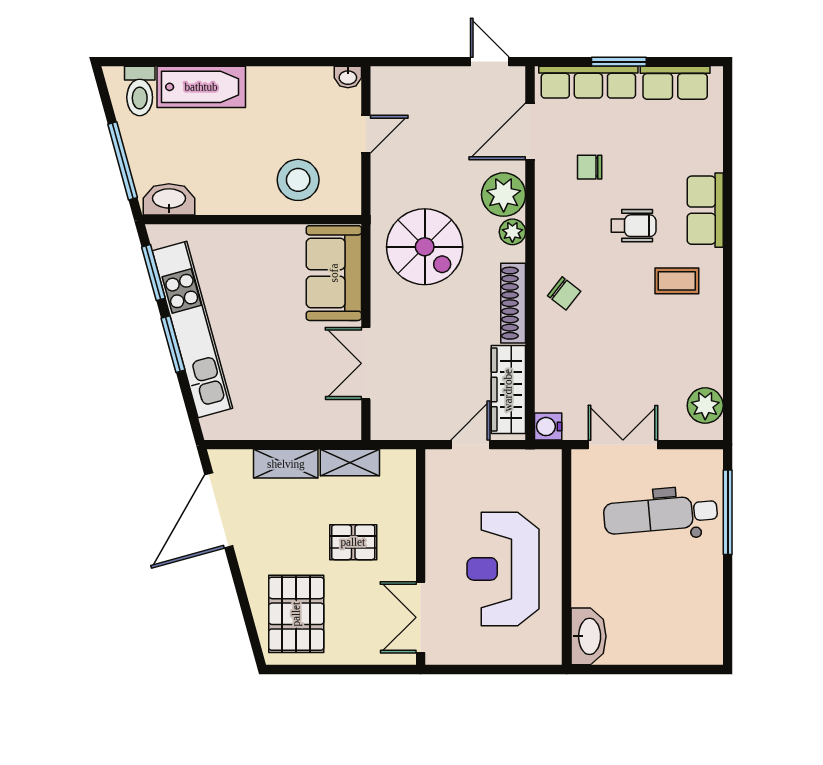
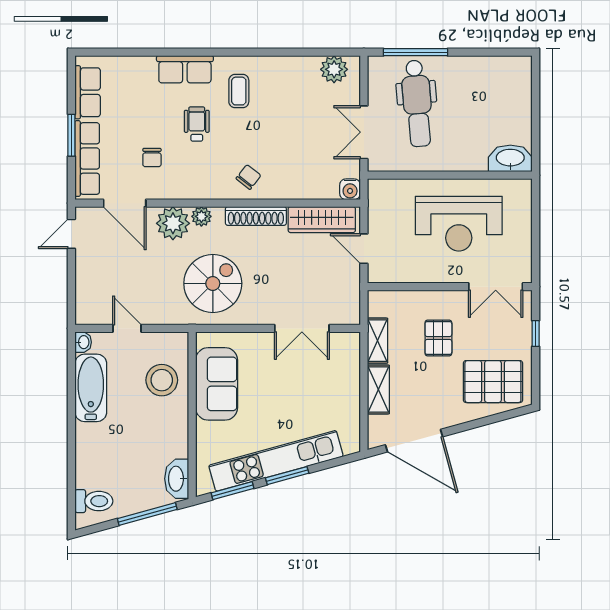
bathtub: (201, 87) -> (91, 388), moved
sofa: (334, 273) -> (217, 384), moved, turned -90
window: (359, 670) -> (536, 333), added

